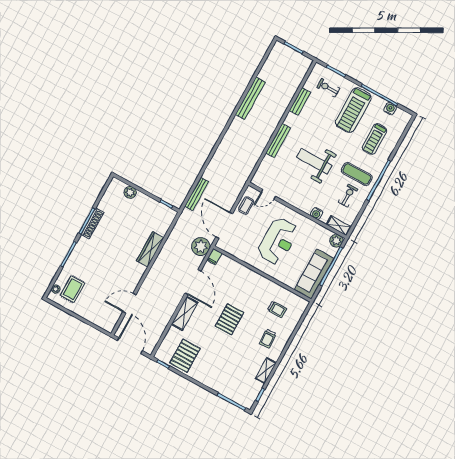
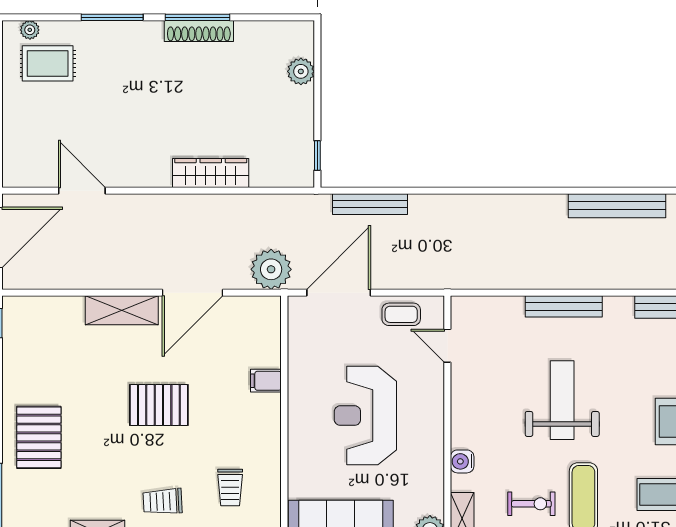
reception desk: (278, 241) -> (365, 416), turned 90
filing cabinet: (214, 257) -> (266, 381), moved
pallet: (185, 356) -> (39, 437), moved, turned 90

